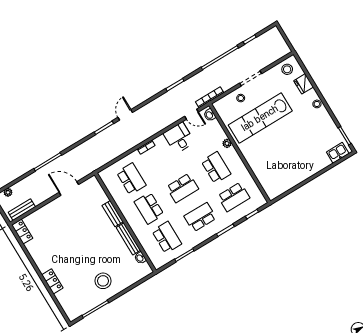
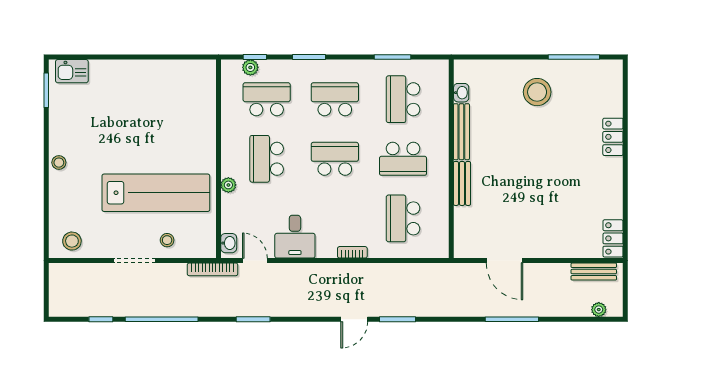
fridge: (304, 84) -> (60, 205), removed
school desk: (149, 208) -> (403, 159), turned 90
plant: (251, 208) -> (250, 67), added
school desk: (200, 217) -> (335, 99), turned 180

